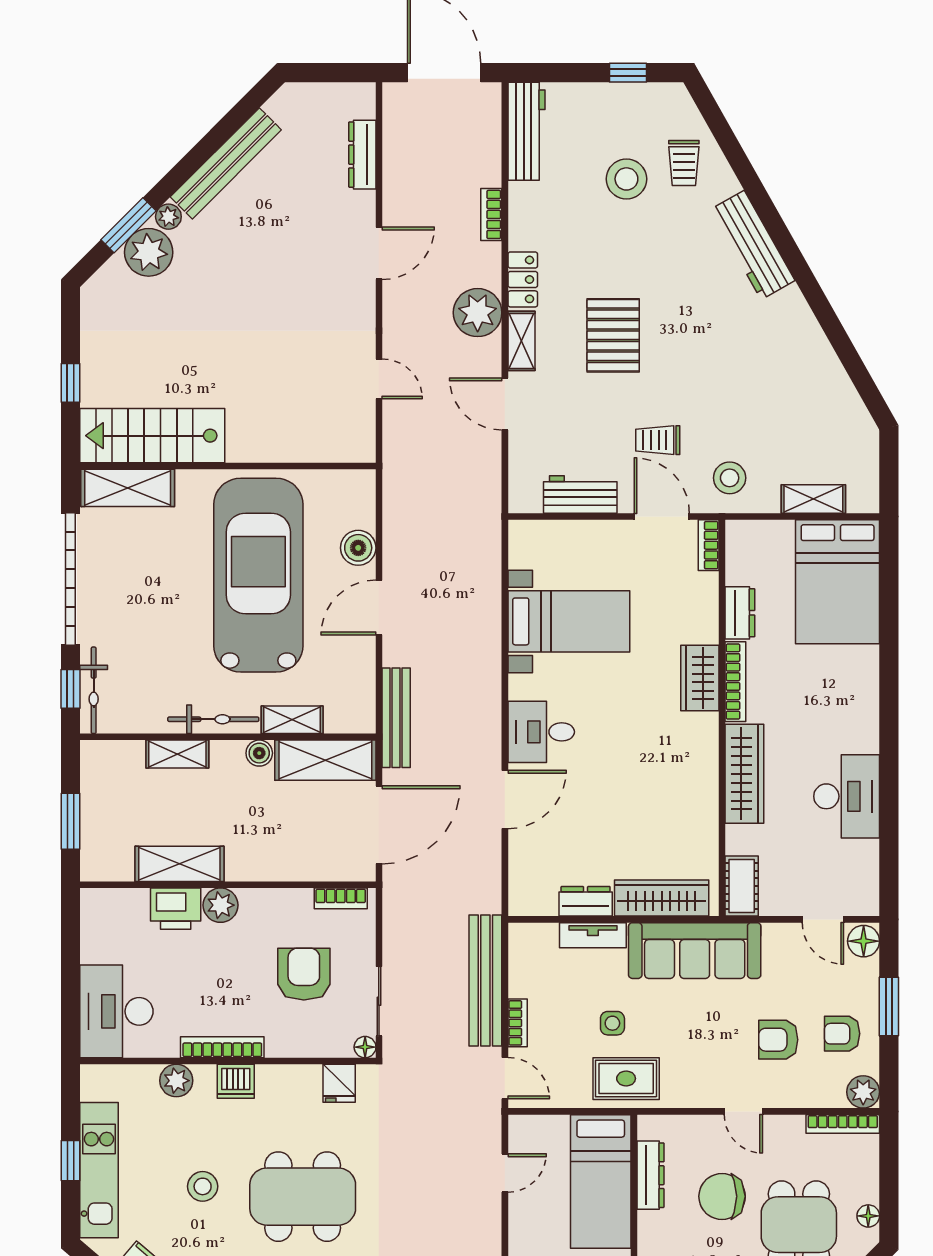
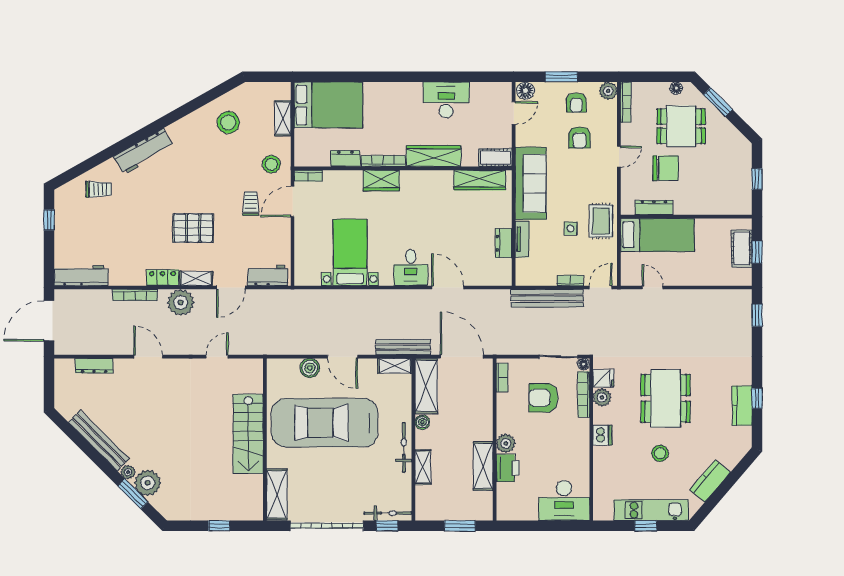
stool: (626, 179) -> (228, 123), moved
bookcase: (491, 214) -> (135, 295), width x1.56
stairs: (152, 436) -> (248, 434), moved
trolley: (658, 440) -> (251, 204), turned 180
workbench: (580, 494) -> (268, 275), moved, turned 90
shelving: (292, 720) -> (395, 366), moved, turned 90
wardrobe: (662, 898) -> (480, 180), moved, turned -90
bookcase: (222, 1047) -> (584, 394), moved
plant: (176, 1081) -> (602, 398), moved
chair: (722, 1196) -> (666, 168), turned -90

